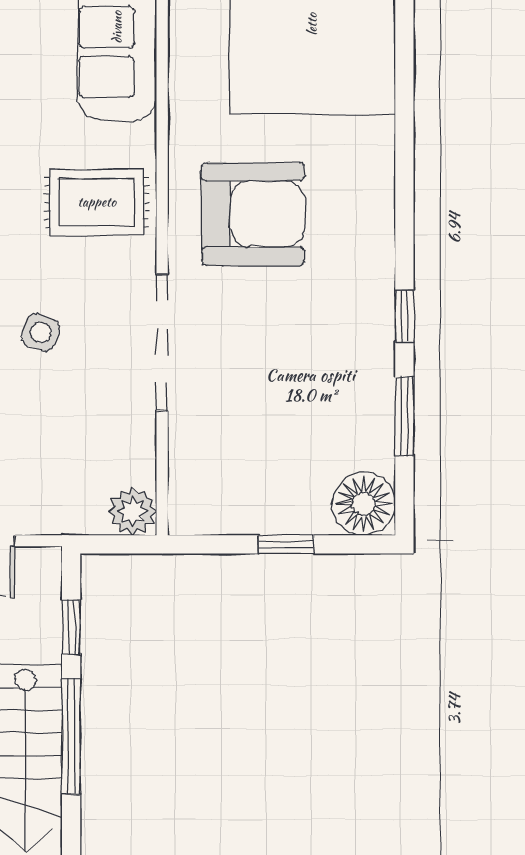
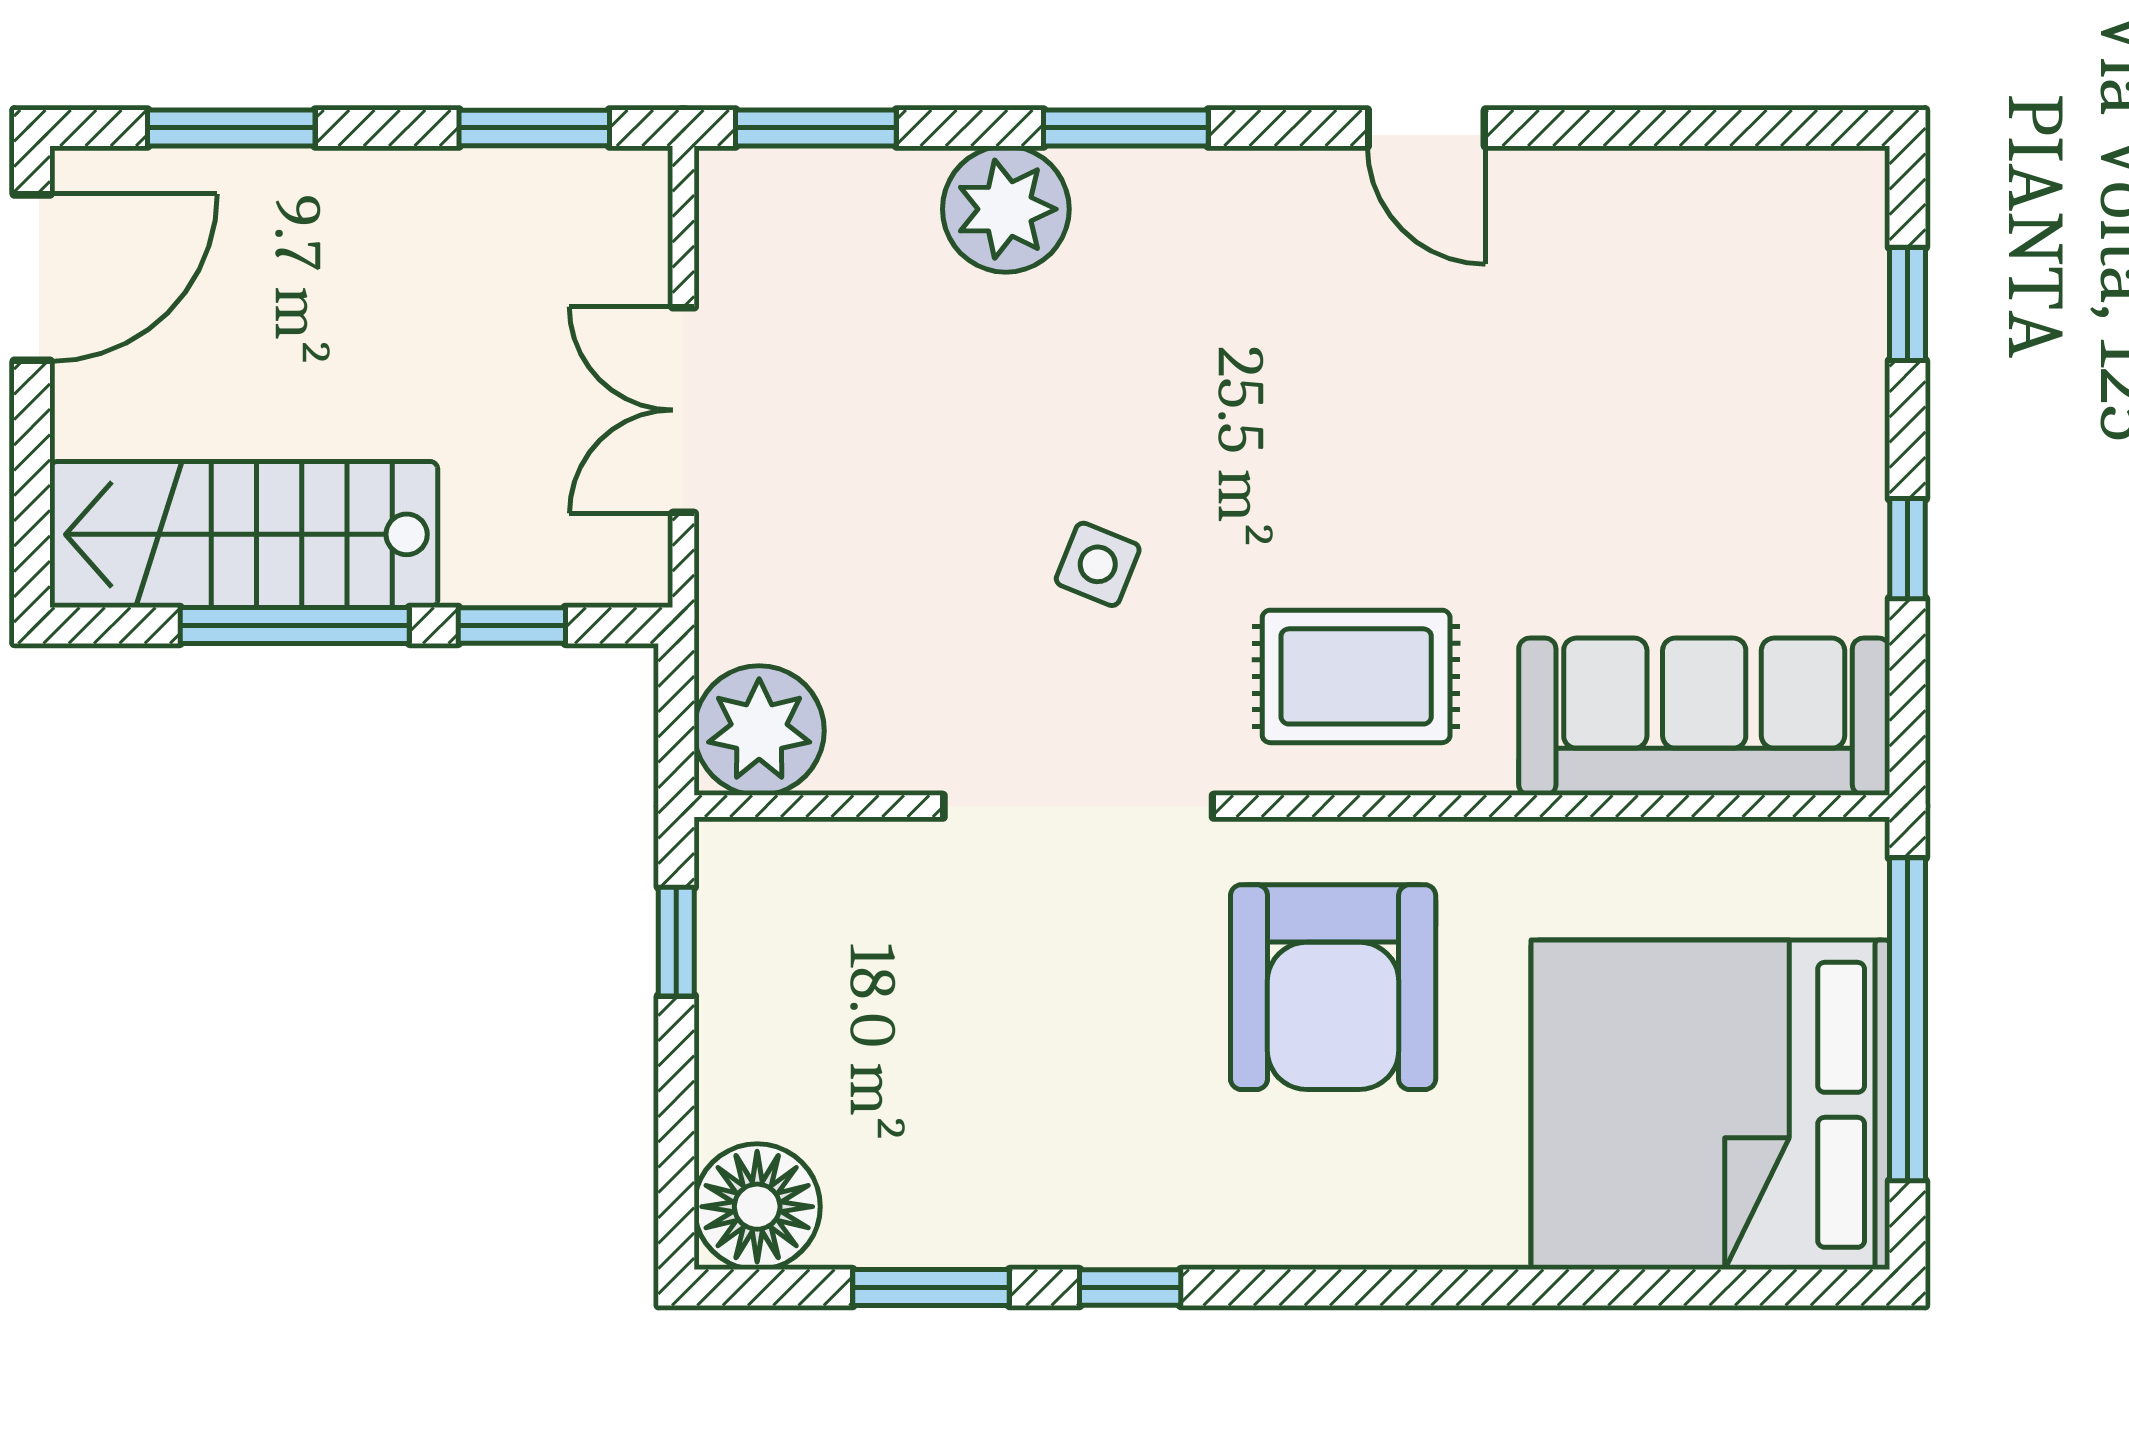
rug: (97, 202) -> (1356, 676), turned 90
plant: (133, 511) -> (759, 731), width x1.36, depth x1.36
window: (286, 544) -> (676, 942), moved

